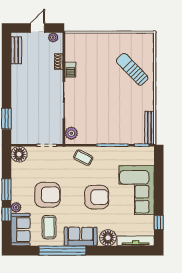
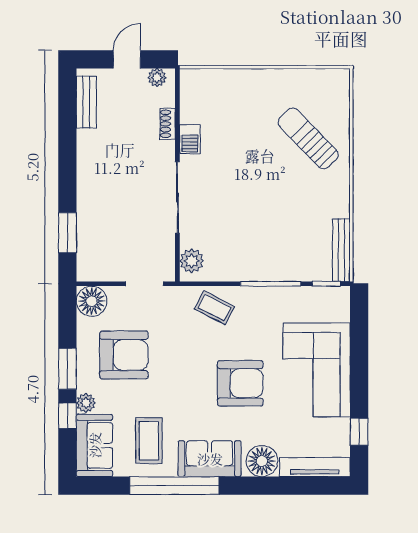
armchair: (47, 195) -> (124, 355), moved

